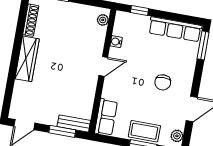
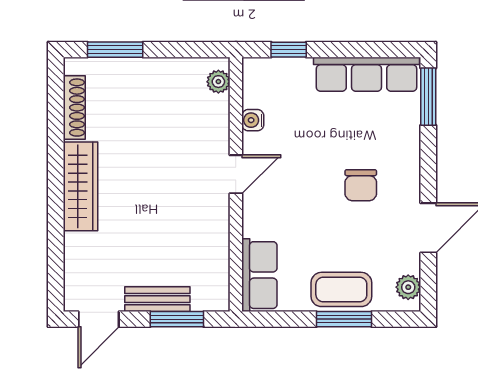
bench: (74, 123) -> (157, 299), moved

